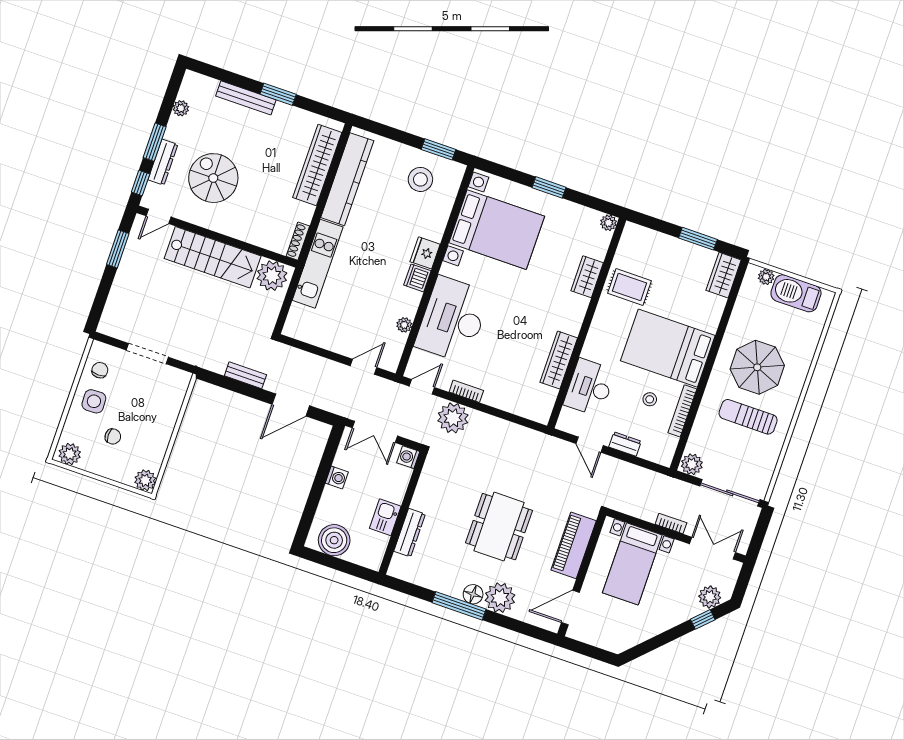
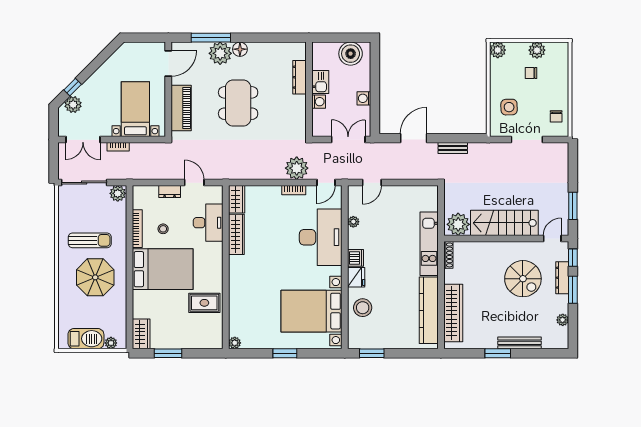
stool: (420, 179) -> (363, 308), moved
wardrobe: (587, 277) -> (237, 199), moved
side table: (94, 401) -> (509, 107), moved
plant: (70, 454) -> (537, 50), moved
washing machine: (408, 457) -> (319, 102), moved
window: (459, 606) -> (211, 38), moved

